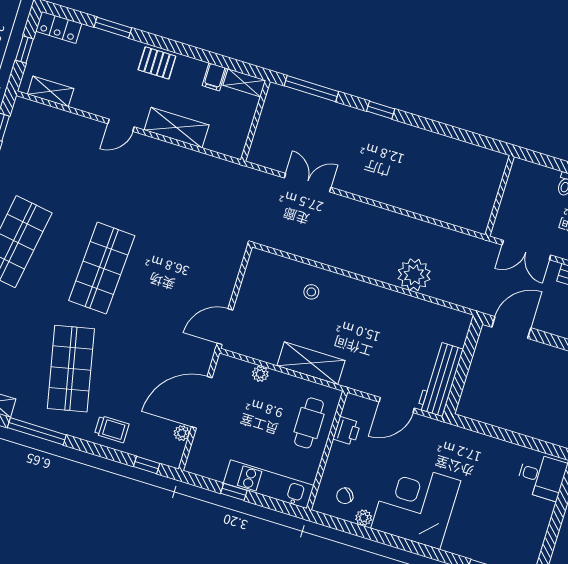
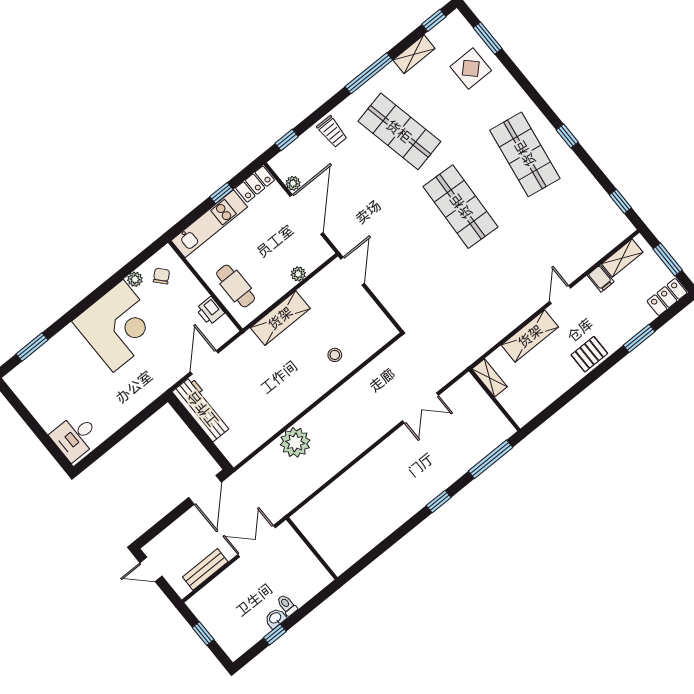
window: (24, 49) -> (668, 260), width x1.50
filing cabinet: (214, 77) -> (601, 278), moved, turned 180
shelving: (244, 83) -> (490, 378), moved, turned 90
trolley: (112, 429) -> (332, 132), turned -90
locker: (205, 467) -> (255, 184), added

